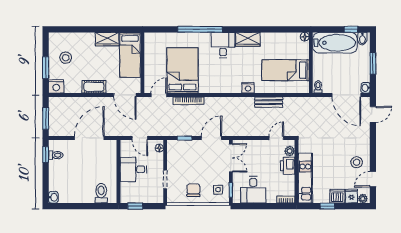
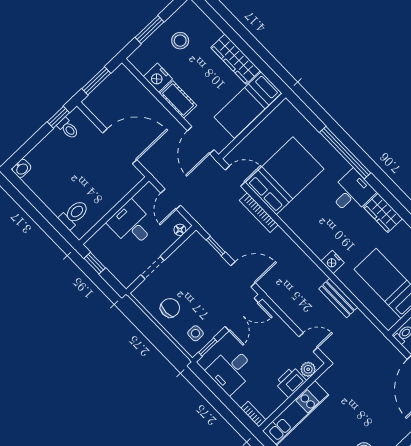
wardrobe: (107, 39) -> (235, 59), width x1.50
nightstand: (56, 86) -> (158, 78), moved

